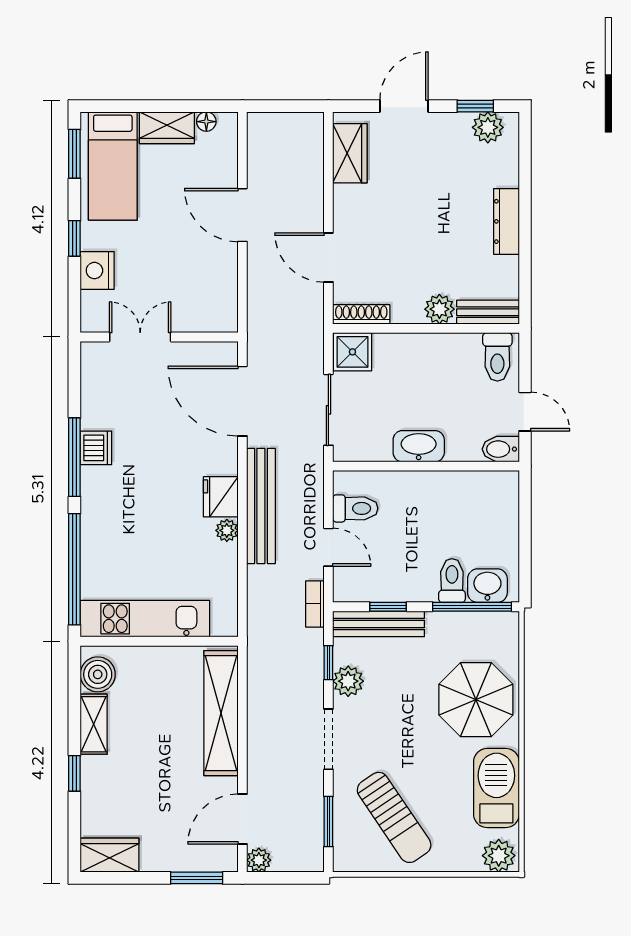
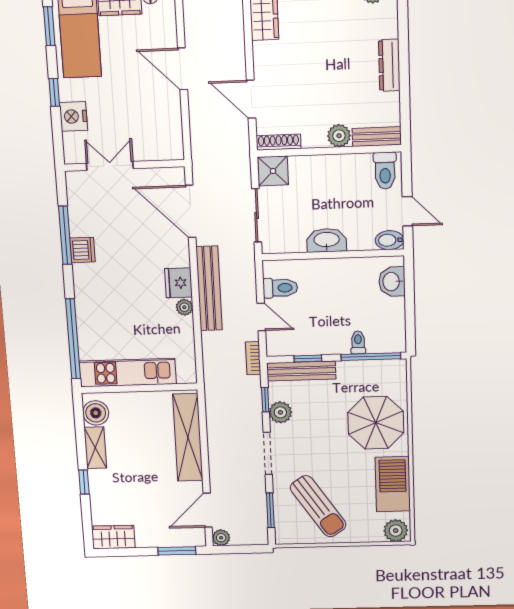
window: (74, 457) -> (65, 235), moved
toilet: (452, 581) -> (358, 342), width x0.73, depth x0.72
washbasin: (487, 586) -> (392, 282), moved, turned -90

